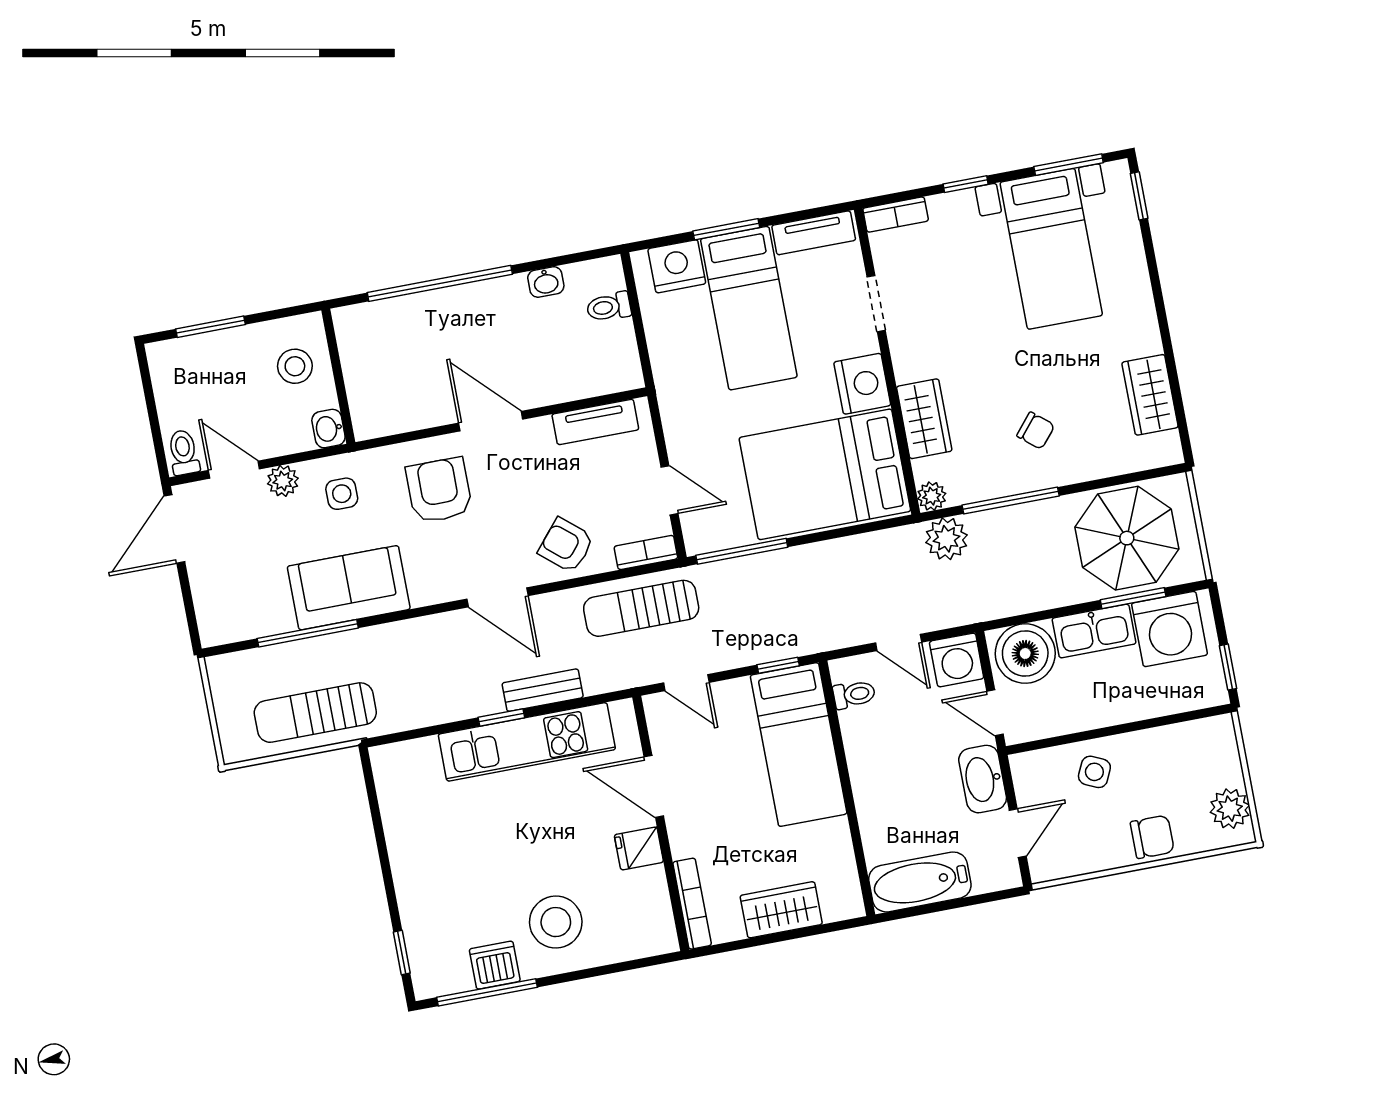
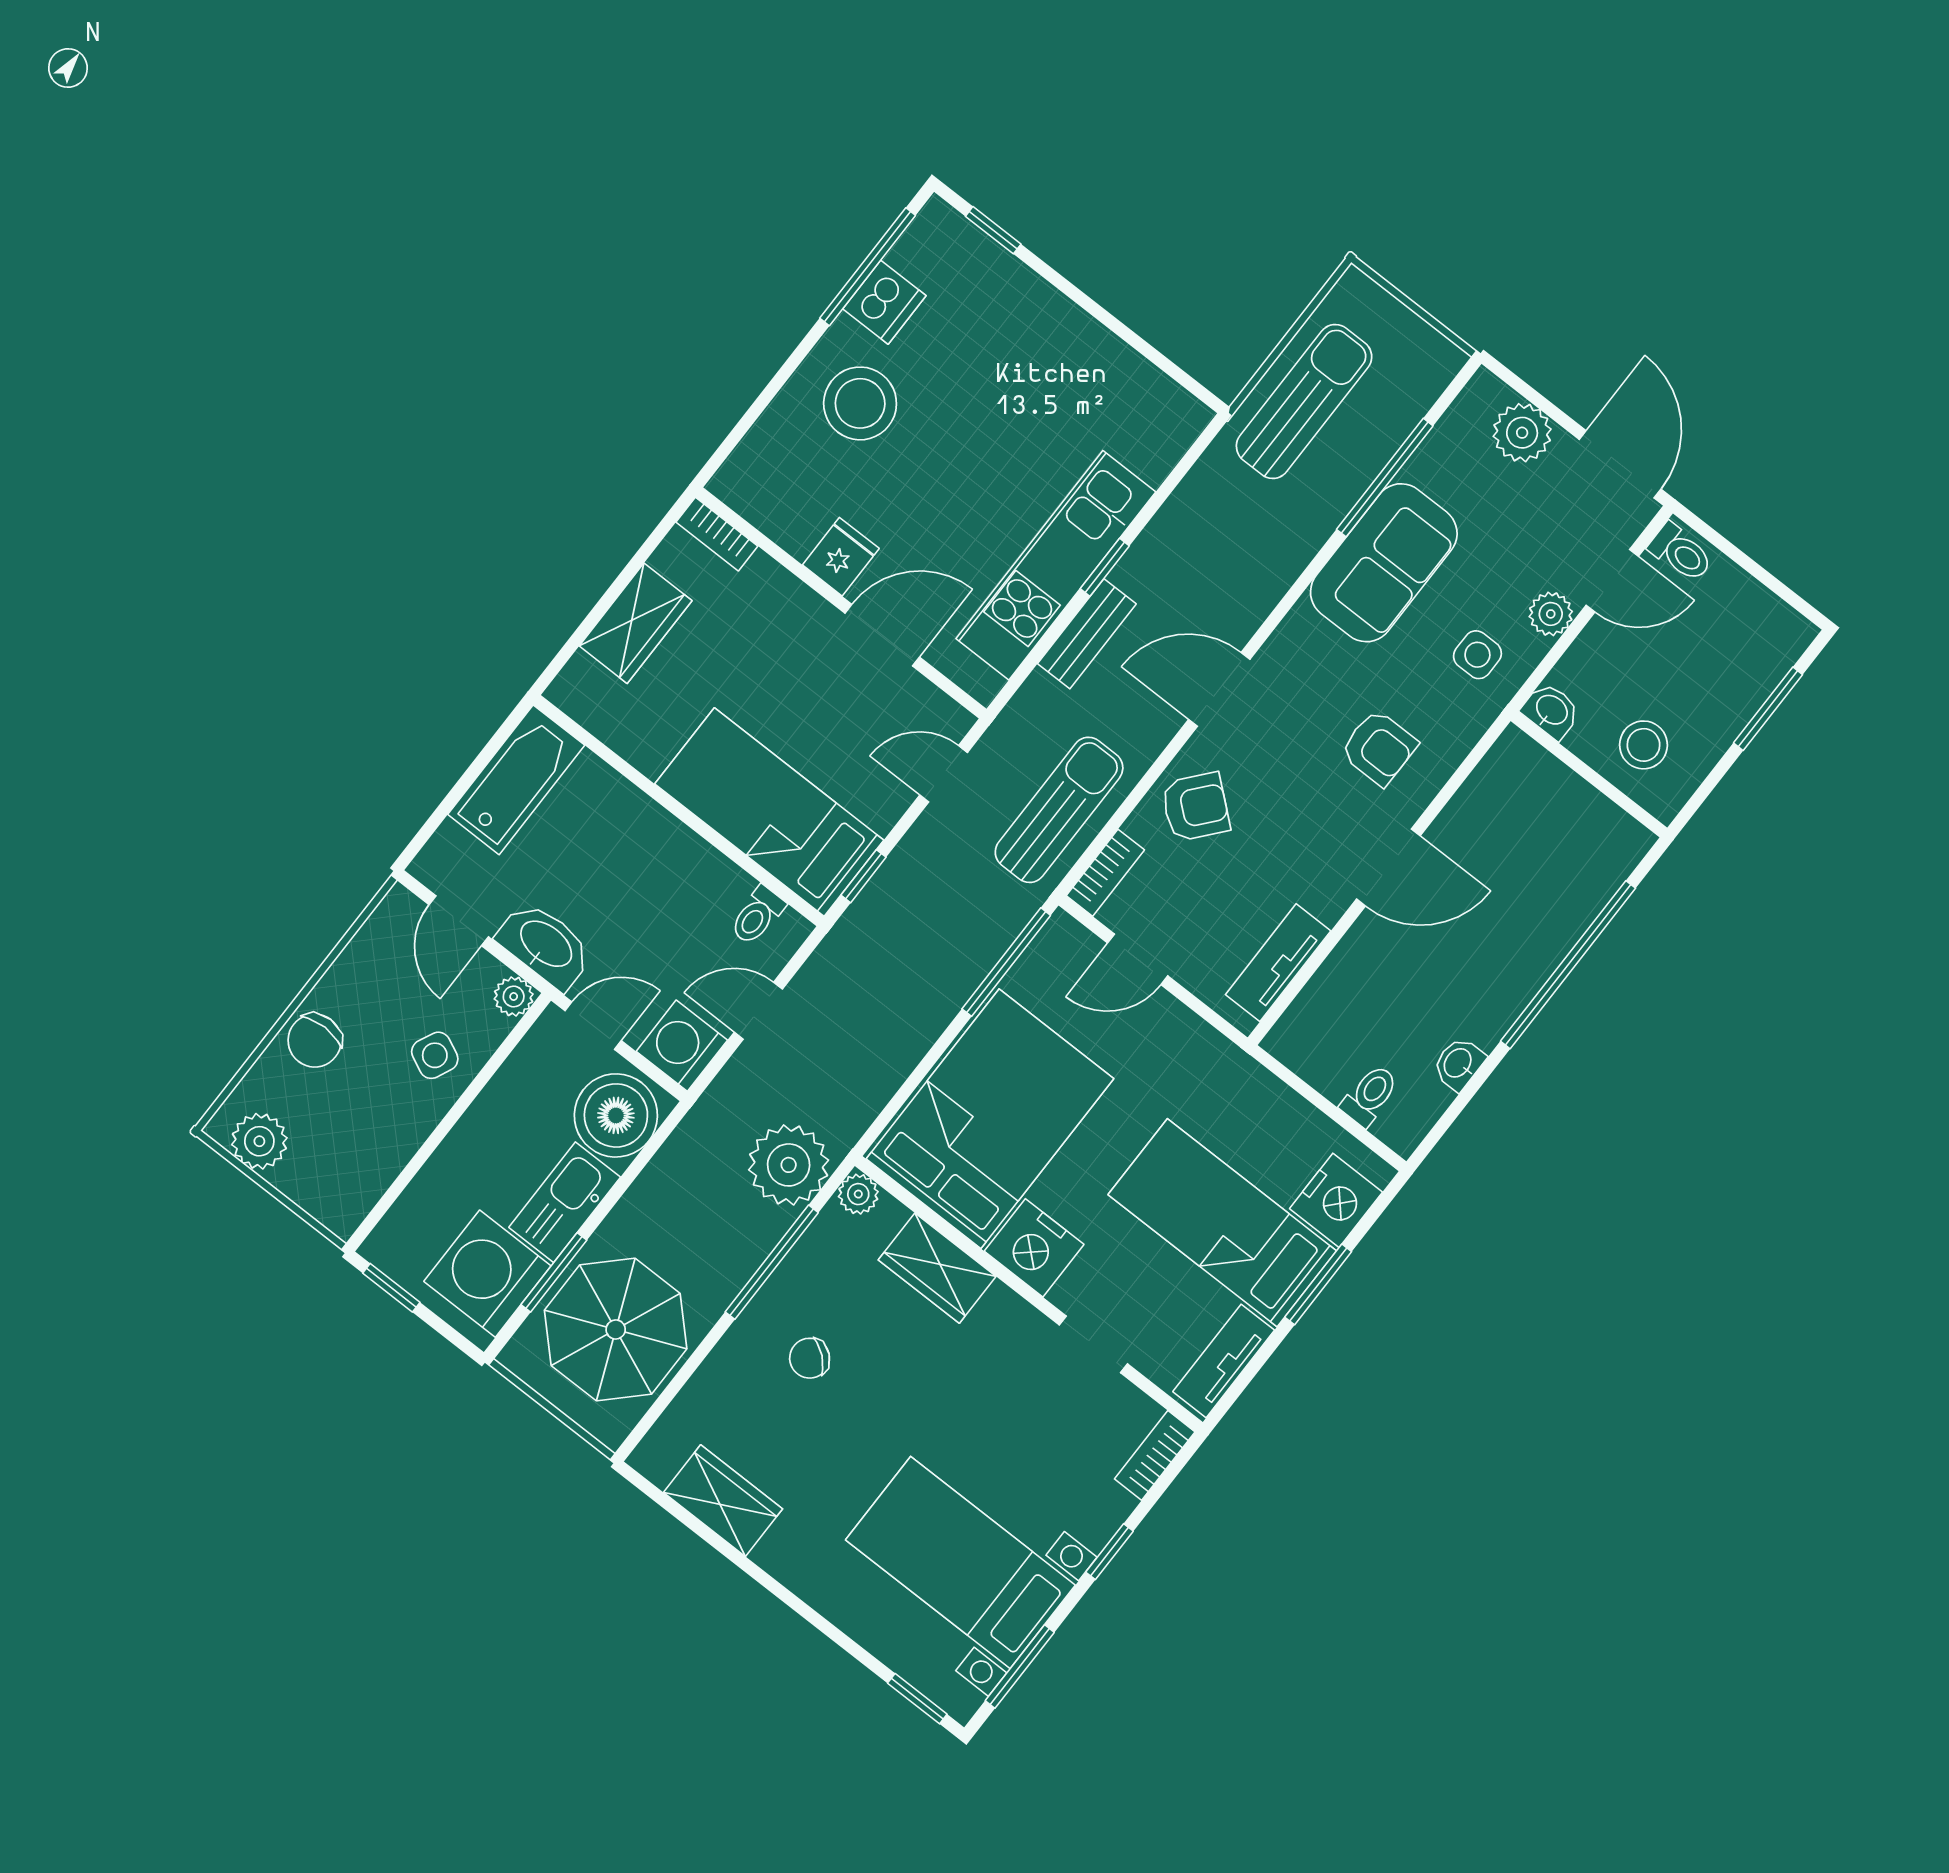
armchair: (439, 490) -> (1379, 748), width x0.72, depth x0.72
plant: (946, 539) -> (789, 1165), width x1.36, depth x1.36
plant: (212, 592) -> (1522, 433), added
plant: (1024, 766) -> (514, 997), added
bookcase: (692, 904) -> (717, 534), width x0.64

